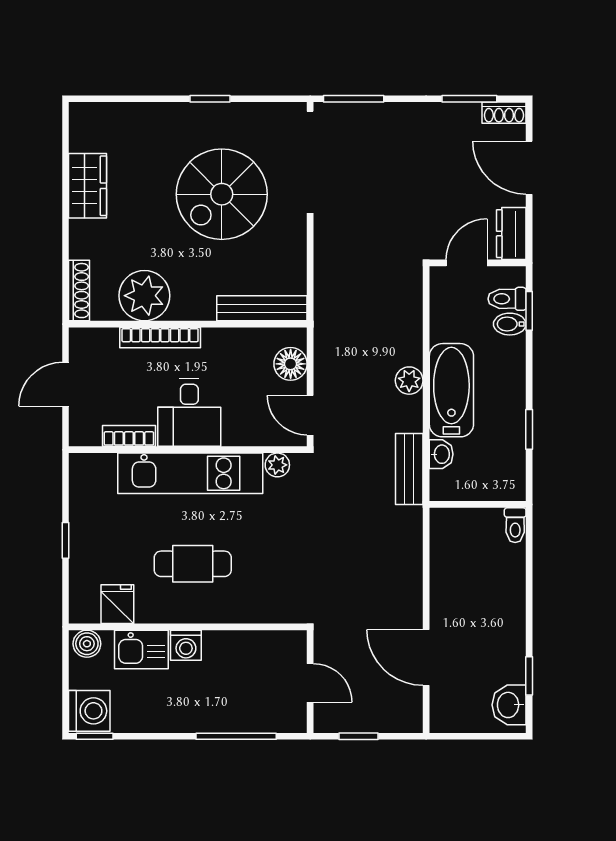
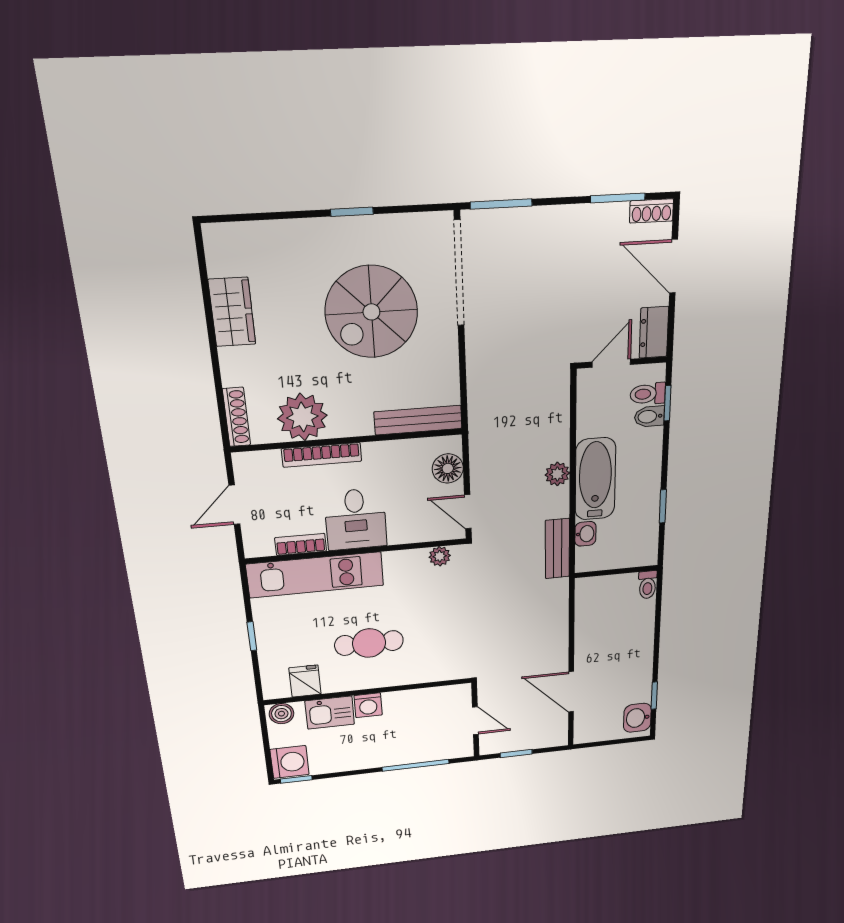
kitchen unit: (190, 473) -> (315, 575), moved

